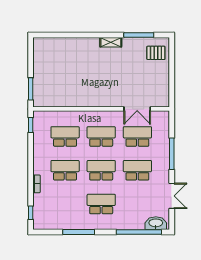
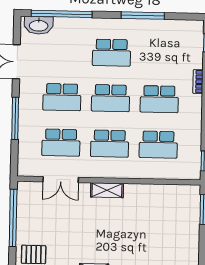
window: (172, 80) -> (13, 218), added
shelving: (102, 102) -> (107, 190), added
double door: (137, 109) -> (61, 180), swing flipped

